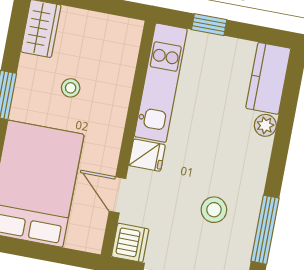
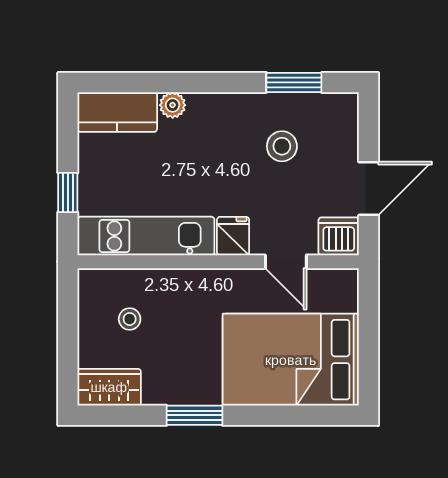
stool: (71, 88) -> (130, 319), moved
door: (117, 195) -> (286, 262), hinge flipped
window: (265, 230) -> (294, 82), width x0.69

